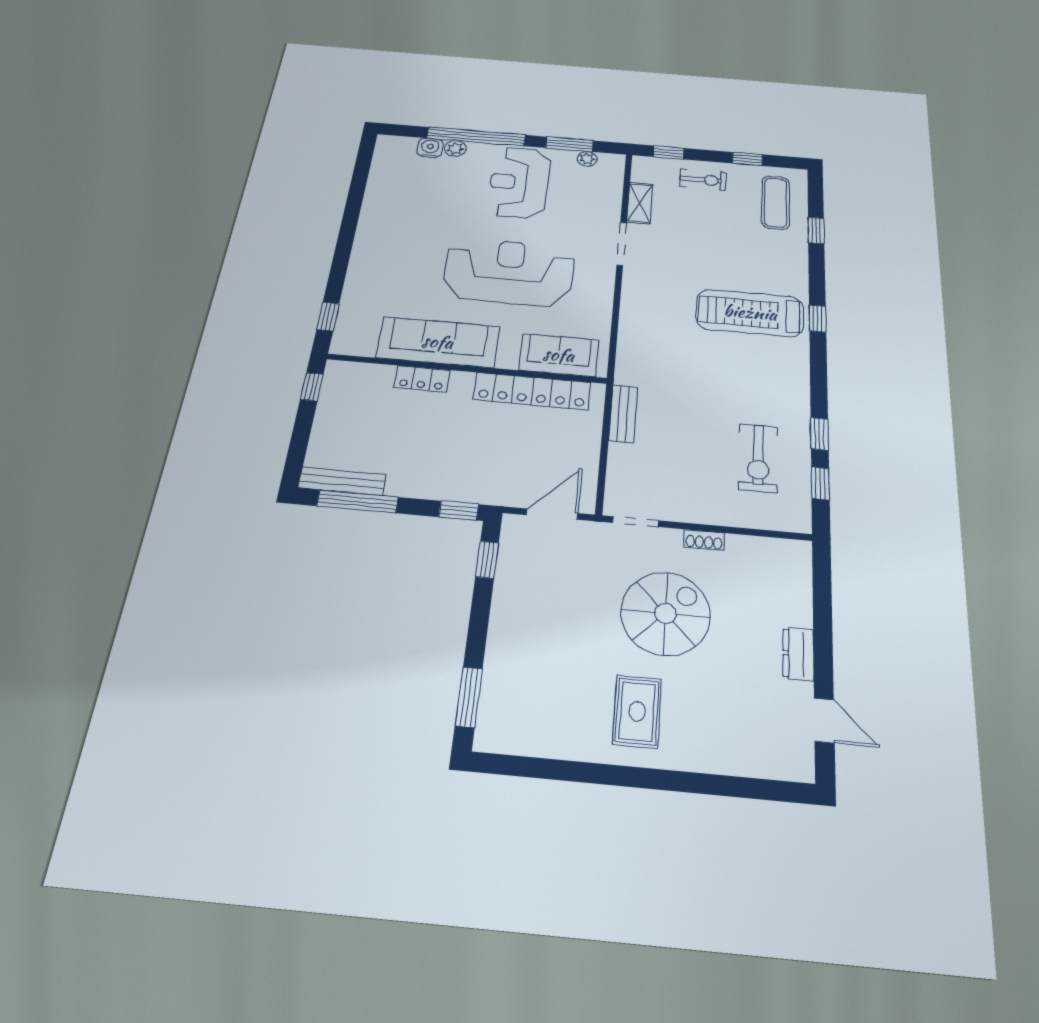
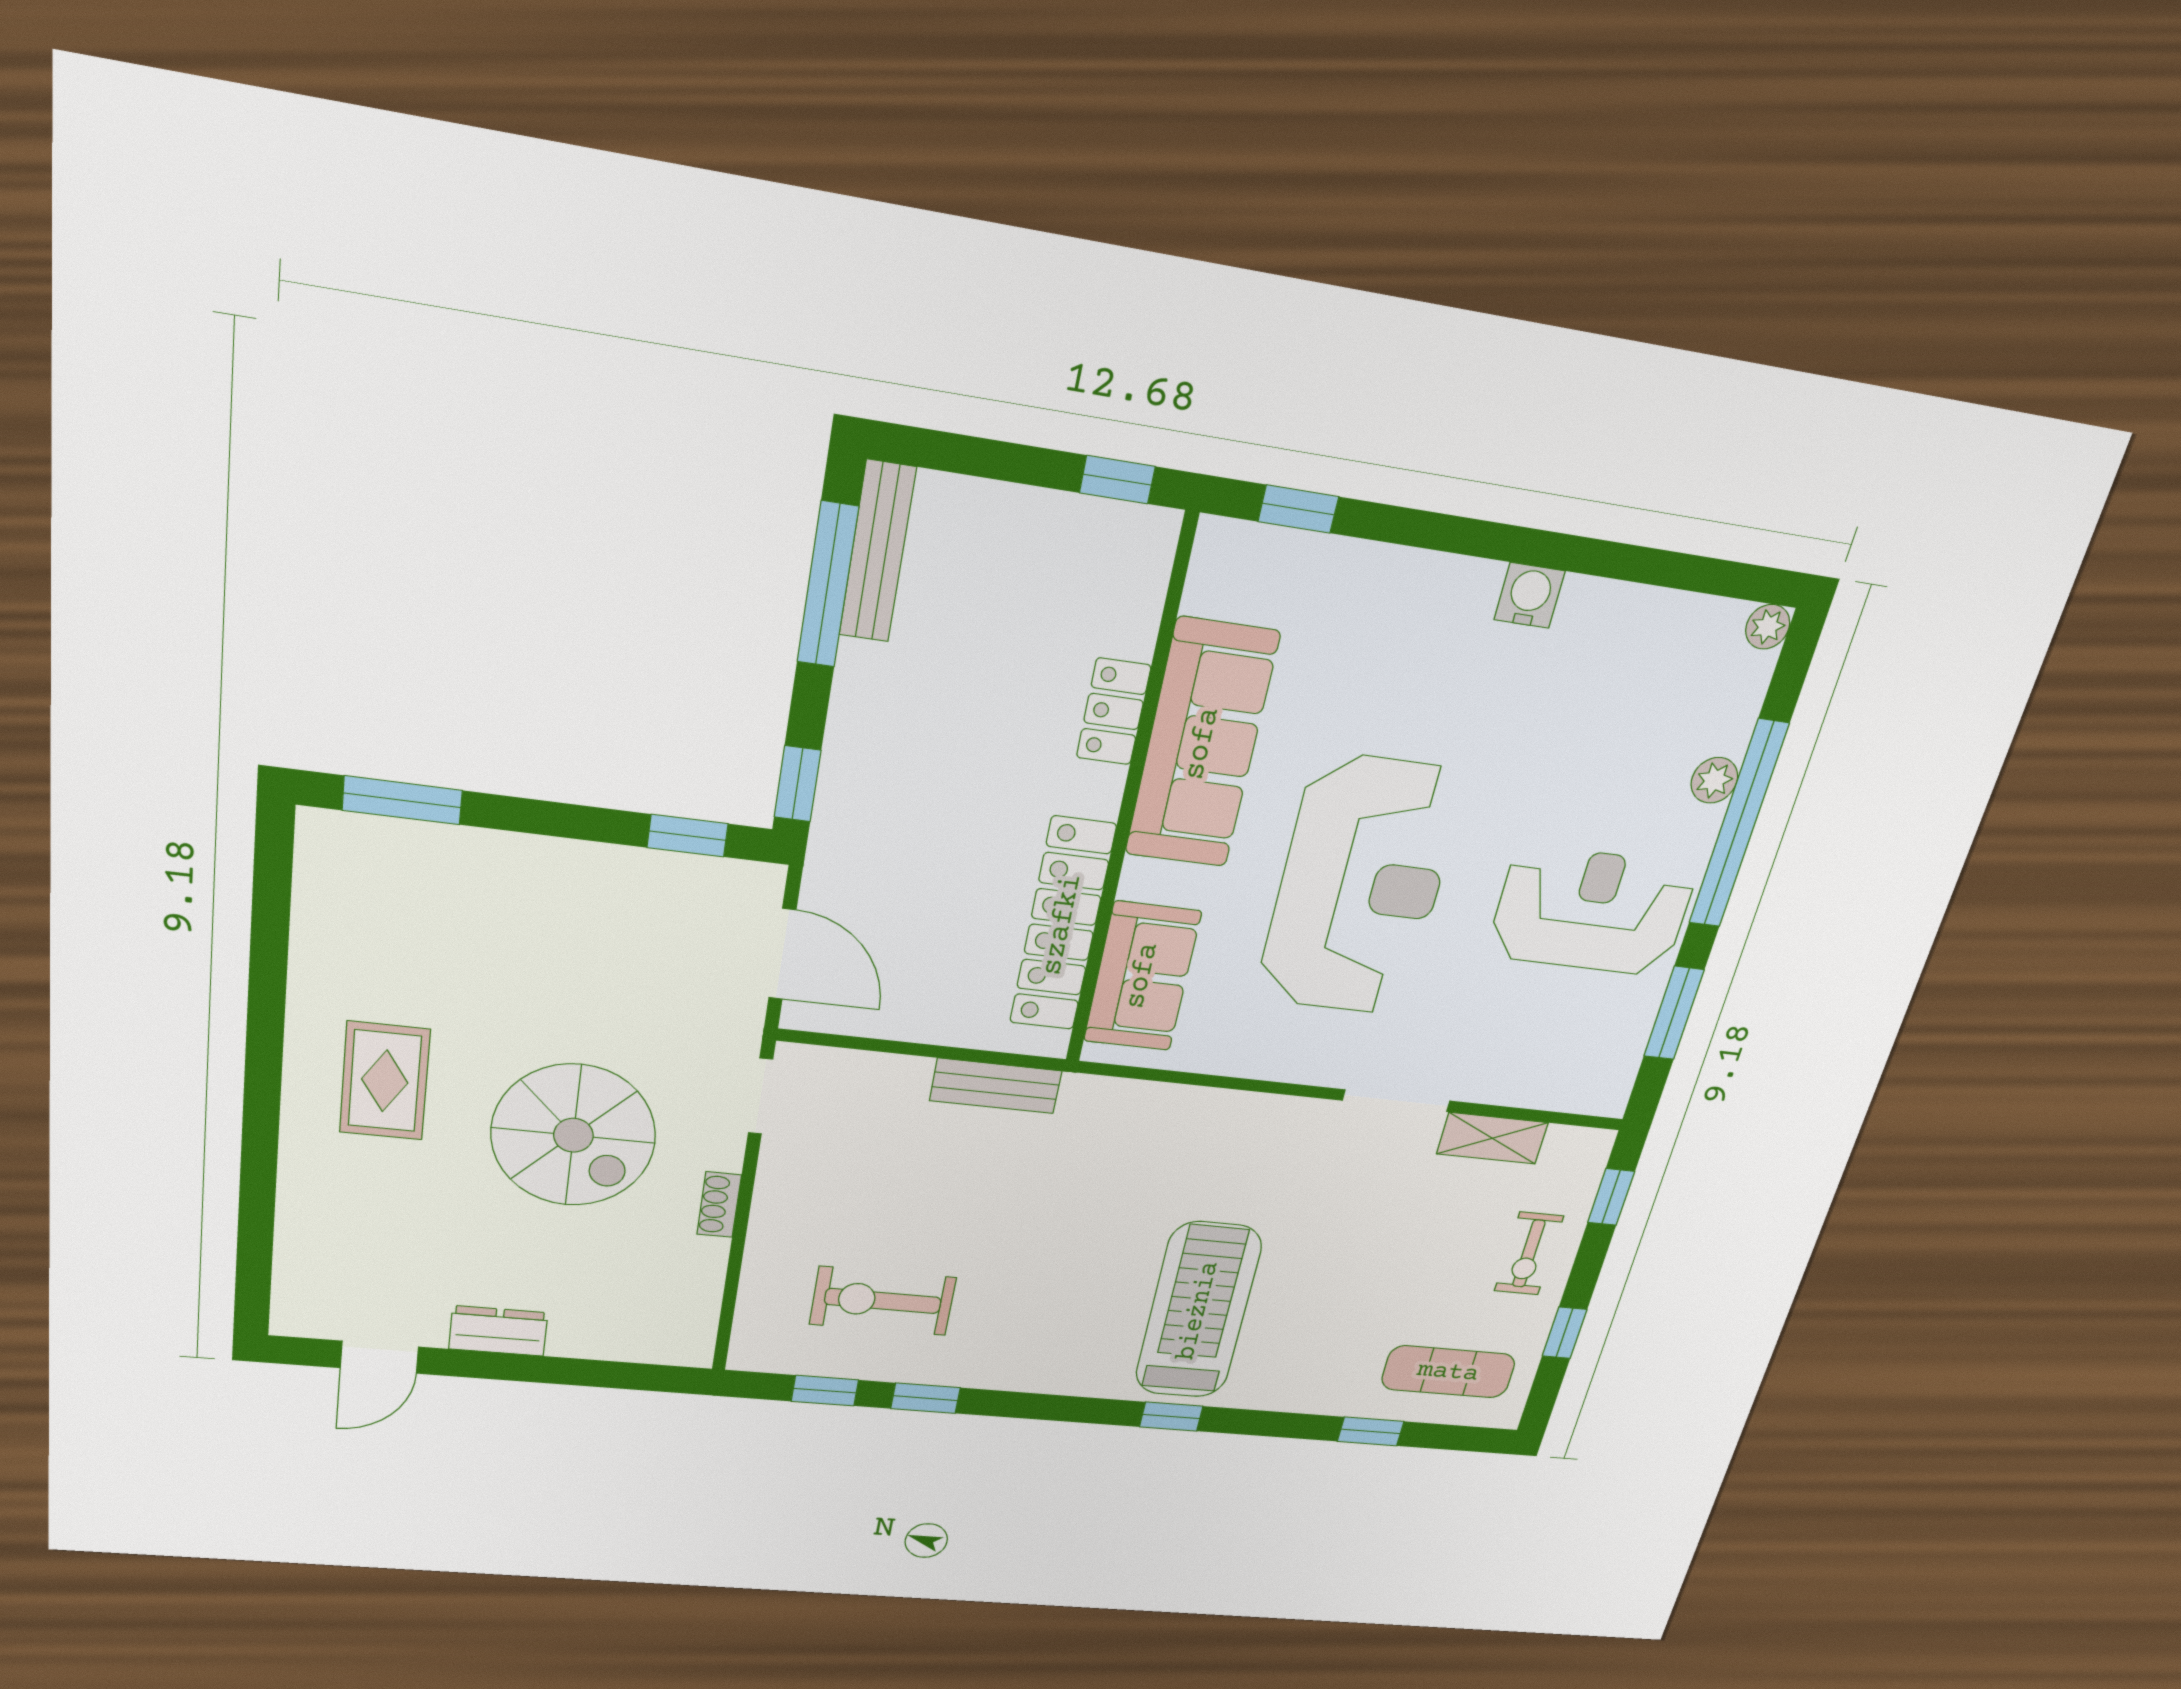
water cooler: (430, 148) -> (1529, 595), moved, turned -90
plant: (587, 159) -> (1768, 627), moved
rug: (637, 711) -> (385, 1081), turned 90

